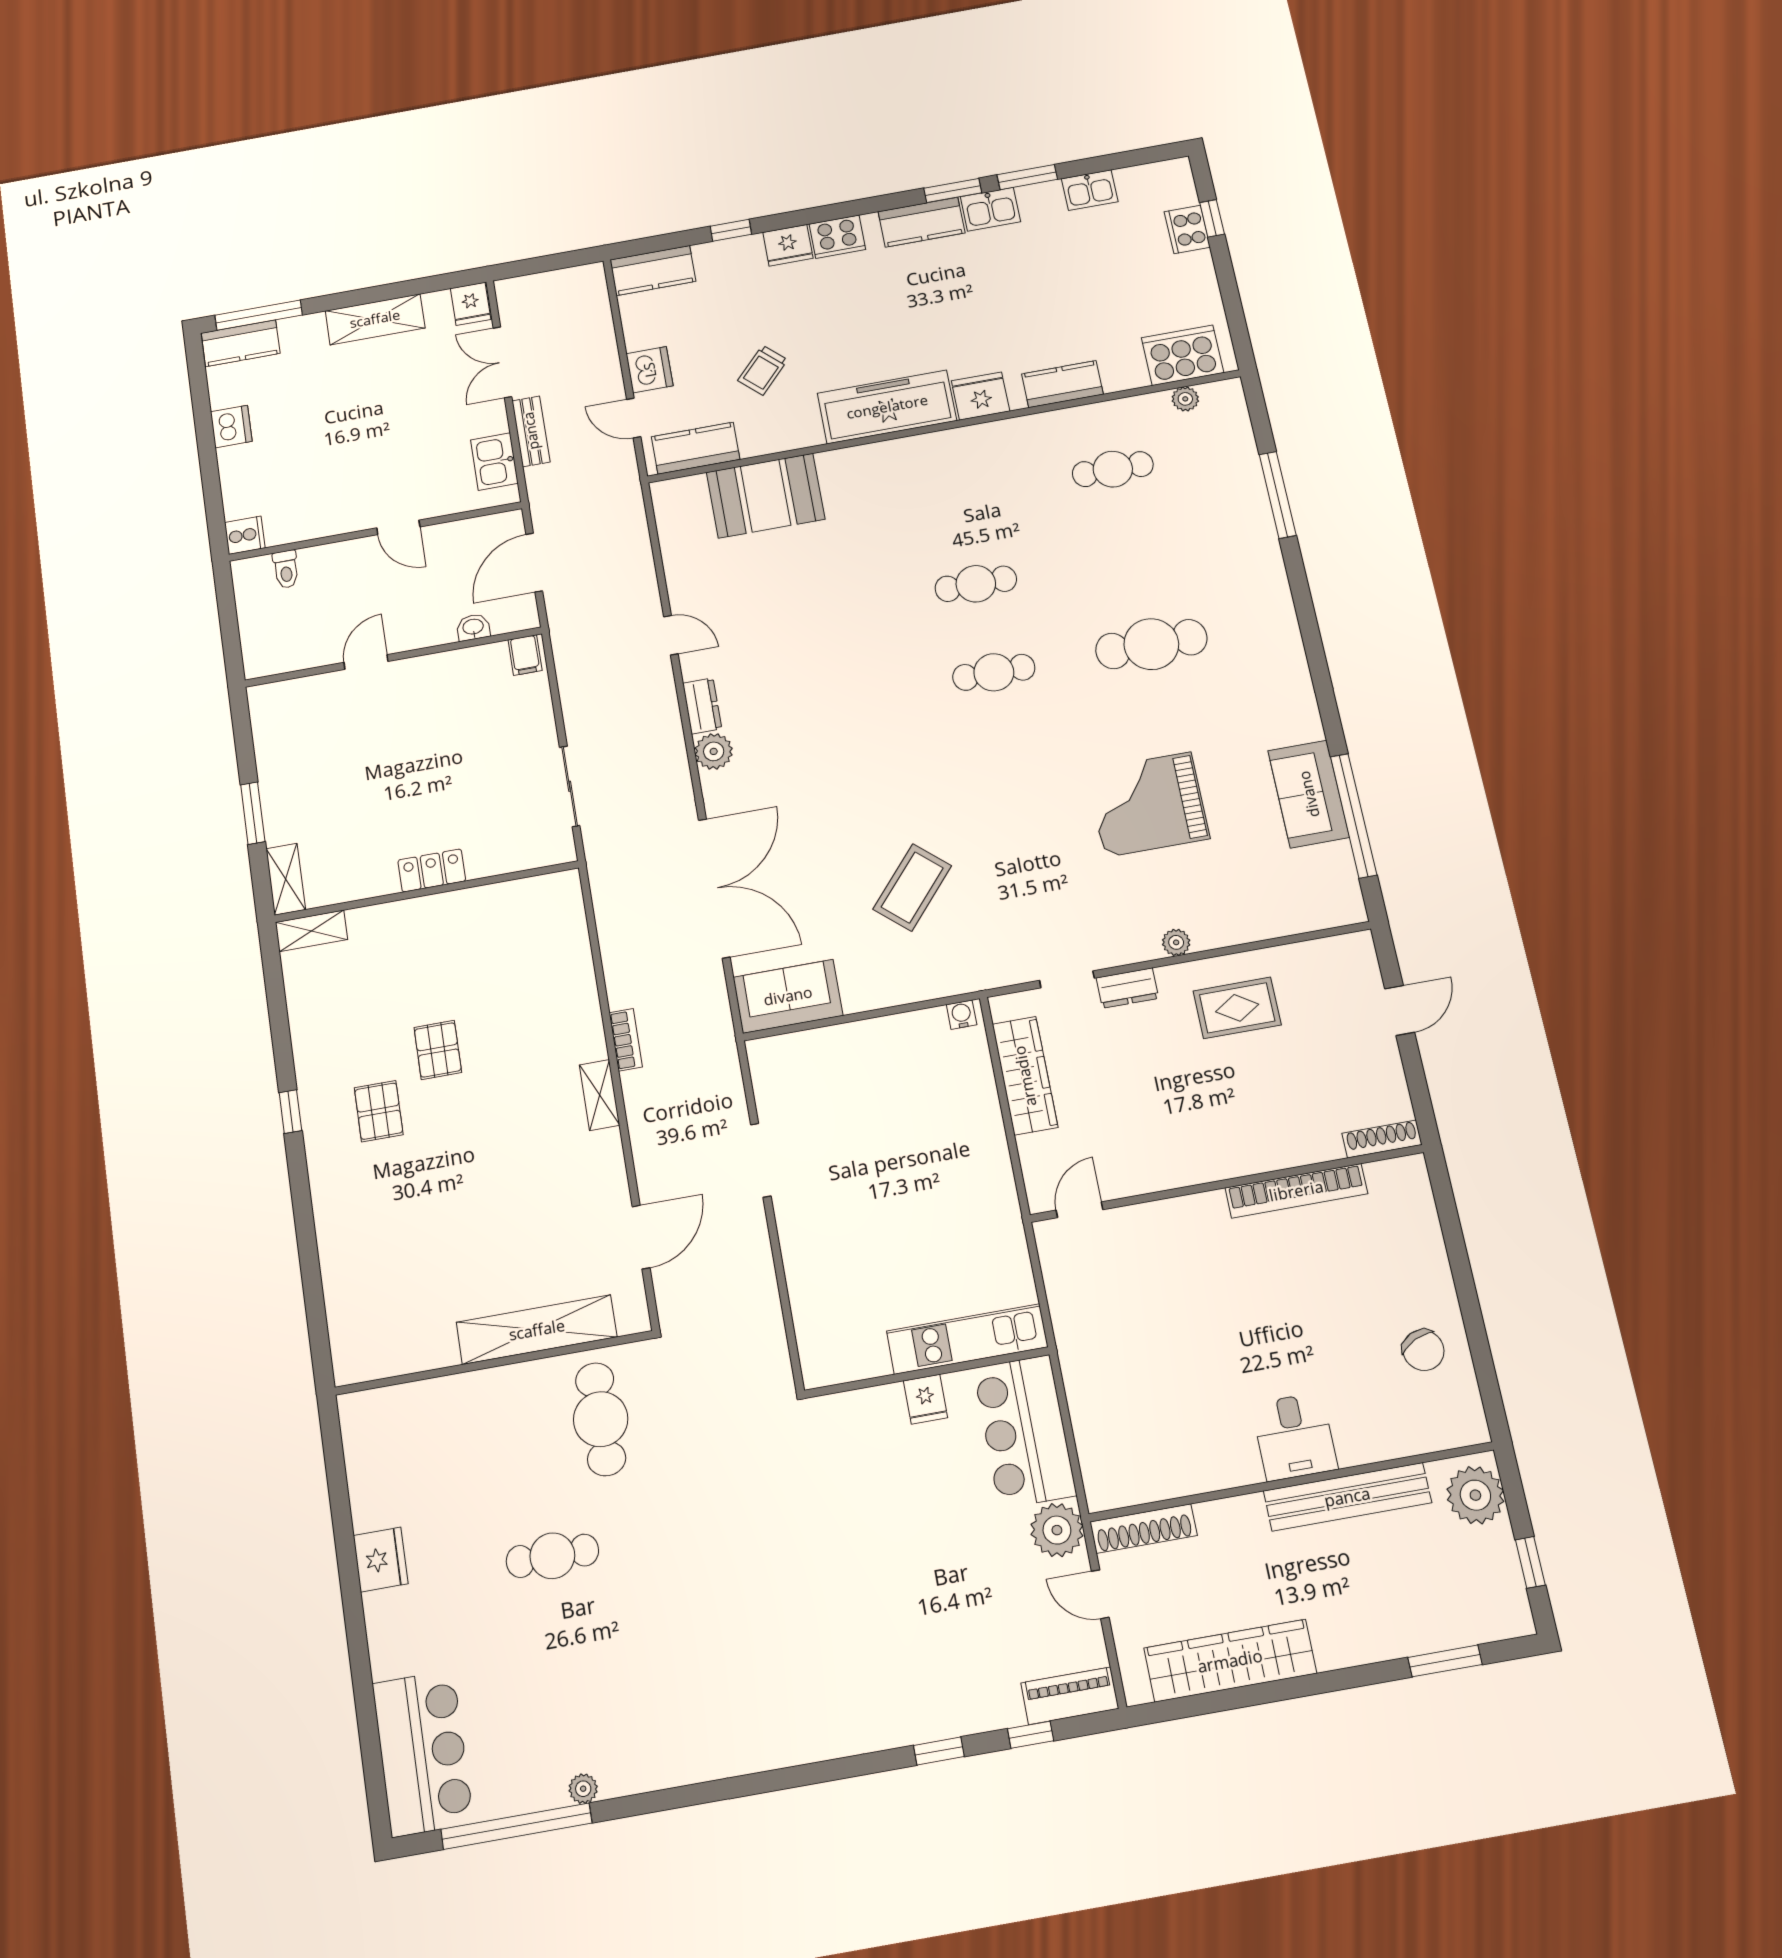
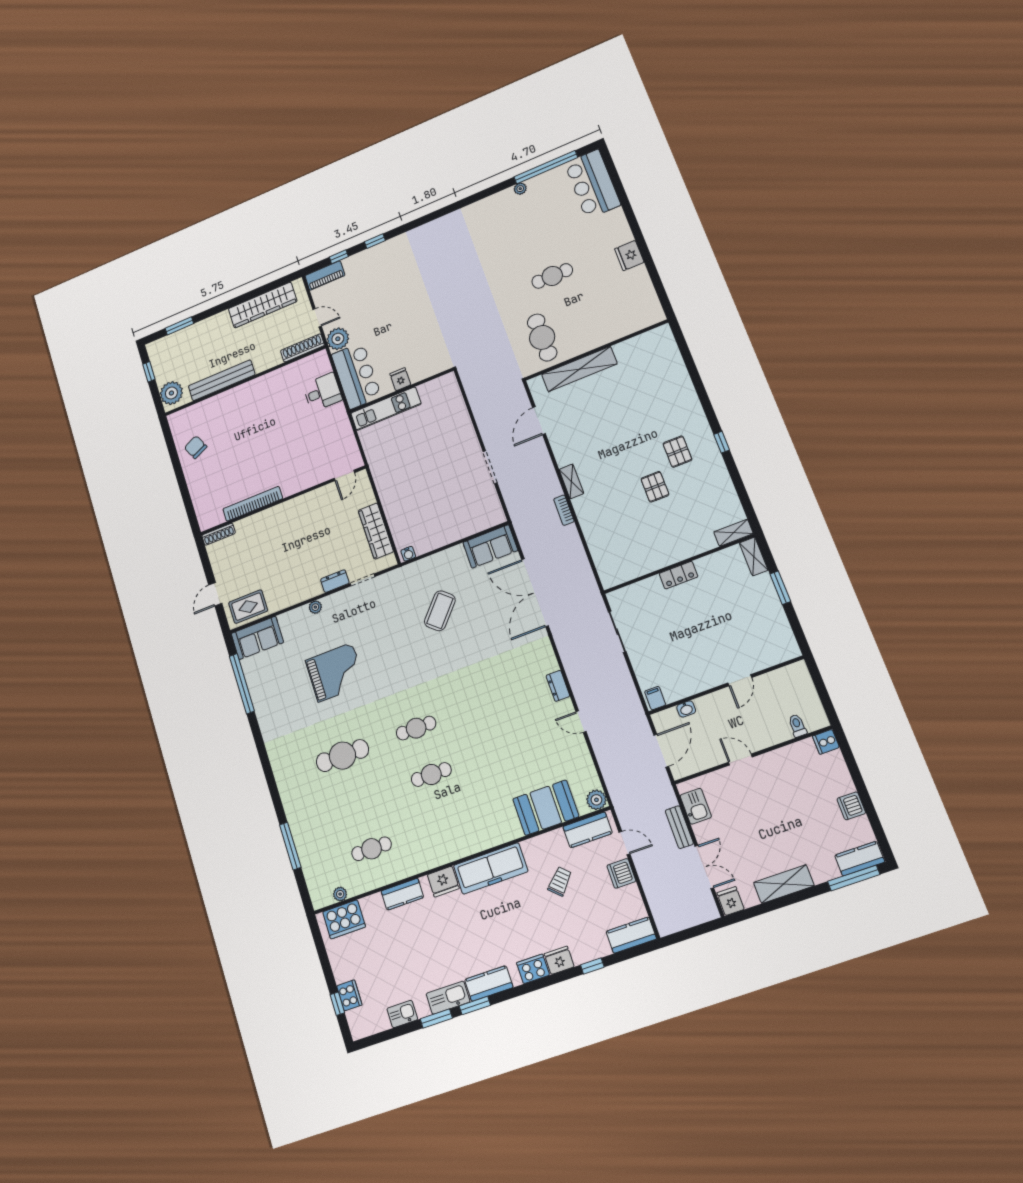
kitchen sink: (990, 209) -> (448, 998), width x1.38
plant: (714, 751) -> (596, 800), moved
sofa: (1309, 794) -> (257, 638), moved, turned 90
rug: (1237, 1008) -> (248, 607), moved
desk: (1294, 1437) -> (322, 392), moved, turned 90

